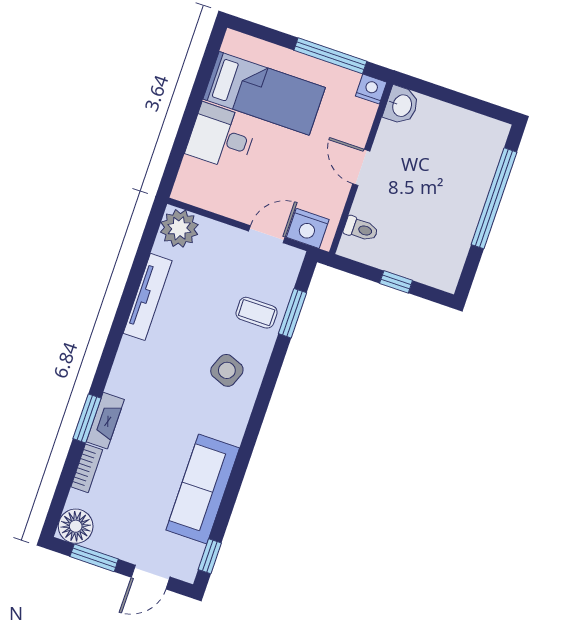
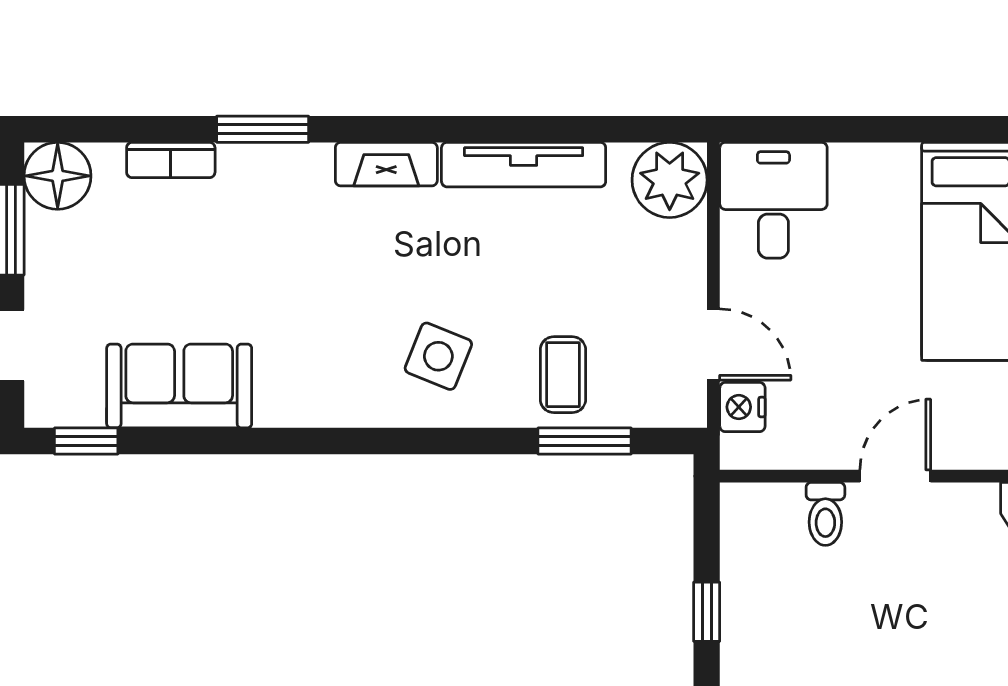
desk: (221, 137) -> (773, 200), moved
nightstand: (308, 228) -> (742, 407), width x0.74, depth x0.75
toilet: (361, 229) -> (825, 514), moved
fireplace: (105, 421) -> (386, 164), moved
sofa: (203, 489) -> (179, 386), width x0.73

